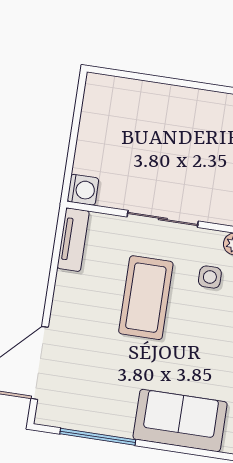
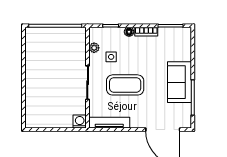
tv unit: (73, 240) -> (109, 123), width x1.41
sofa: (180, 421) -> (179, 82), moved

